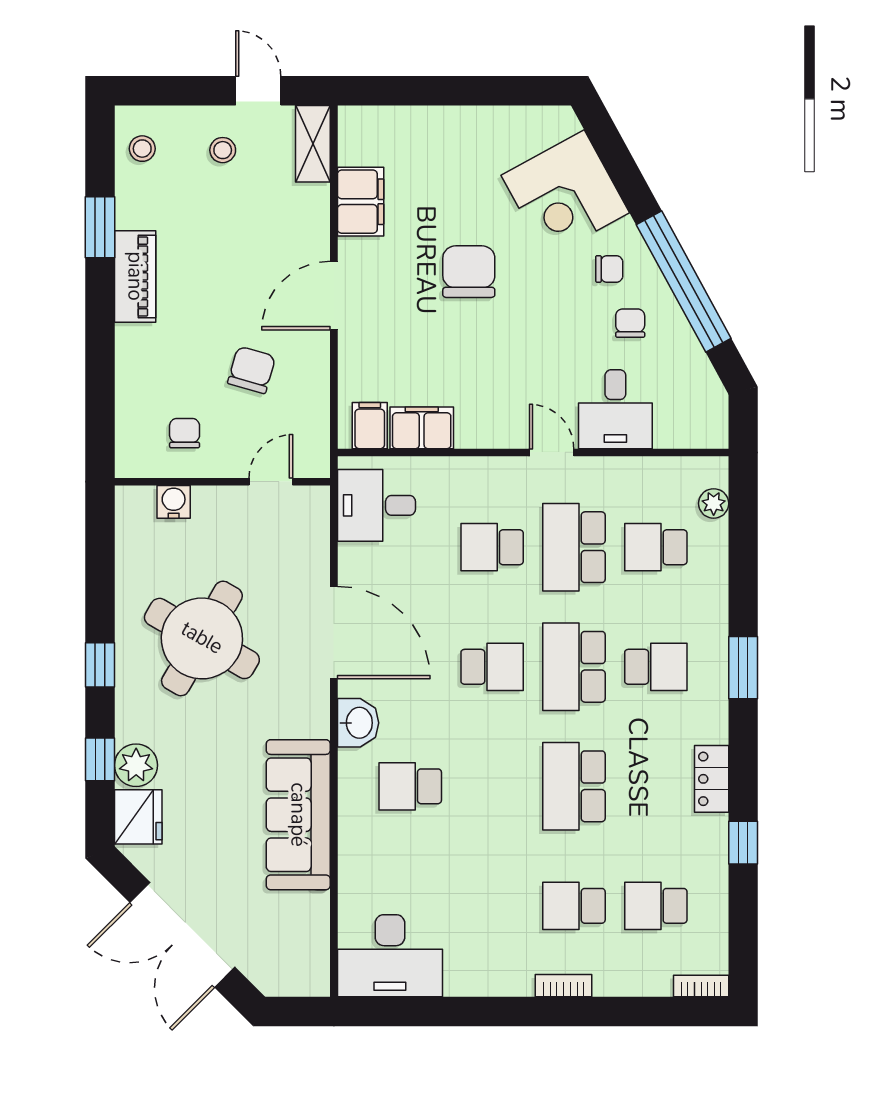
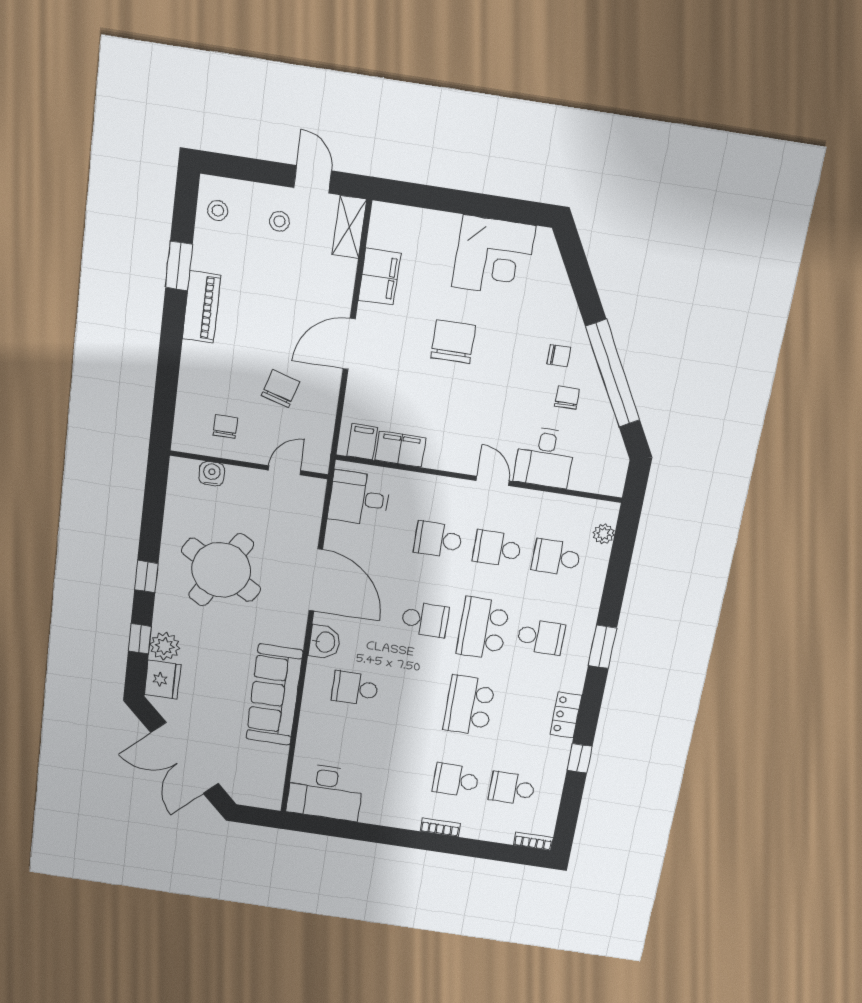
corner desk: (565, 194) -> (493, 256), moved, turned -61
school desk: (574, 547) -> (497, 548), width x0.54

